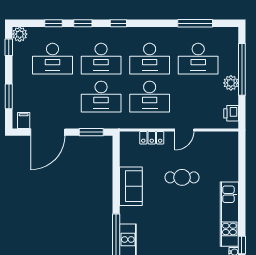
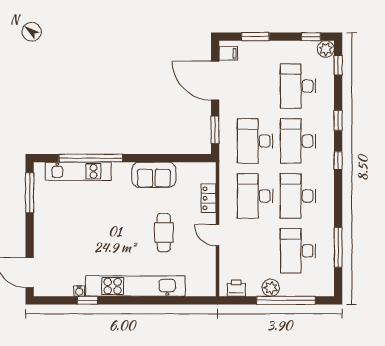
window: (53, 23) -> (338, 65), moved
kitchen unit: (229, 214) -> (135, 286), width x1.36

